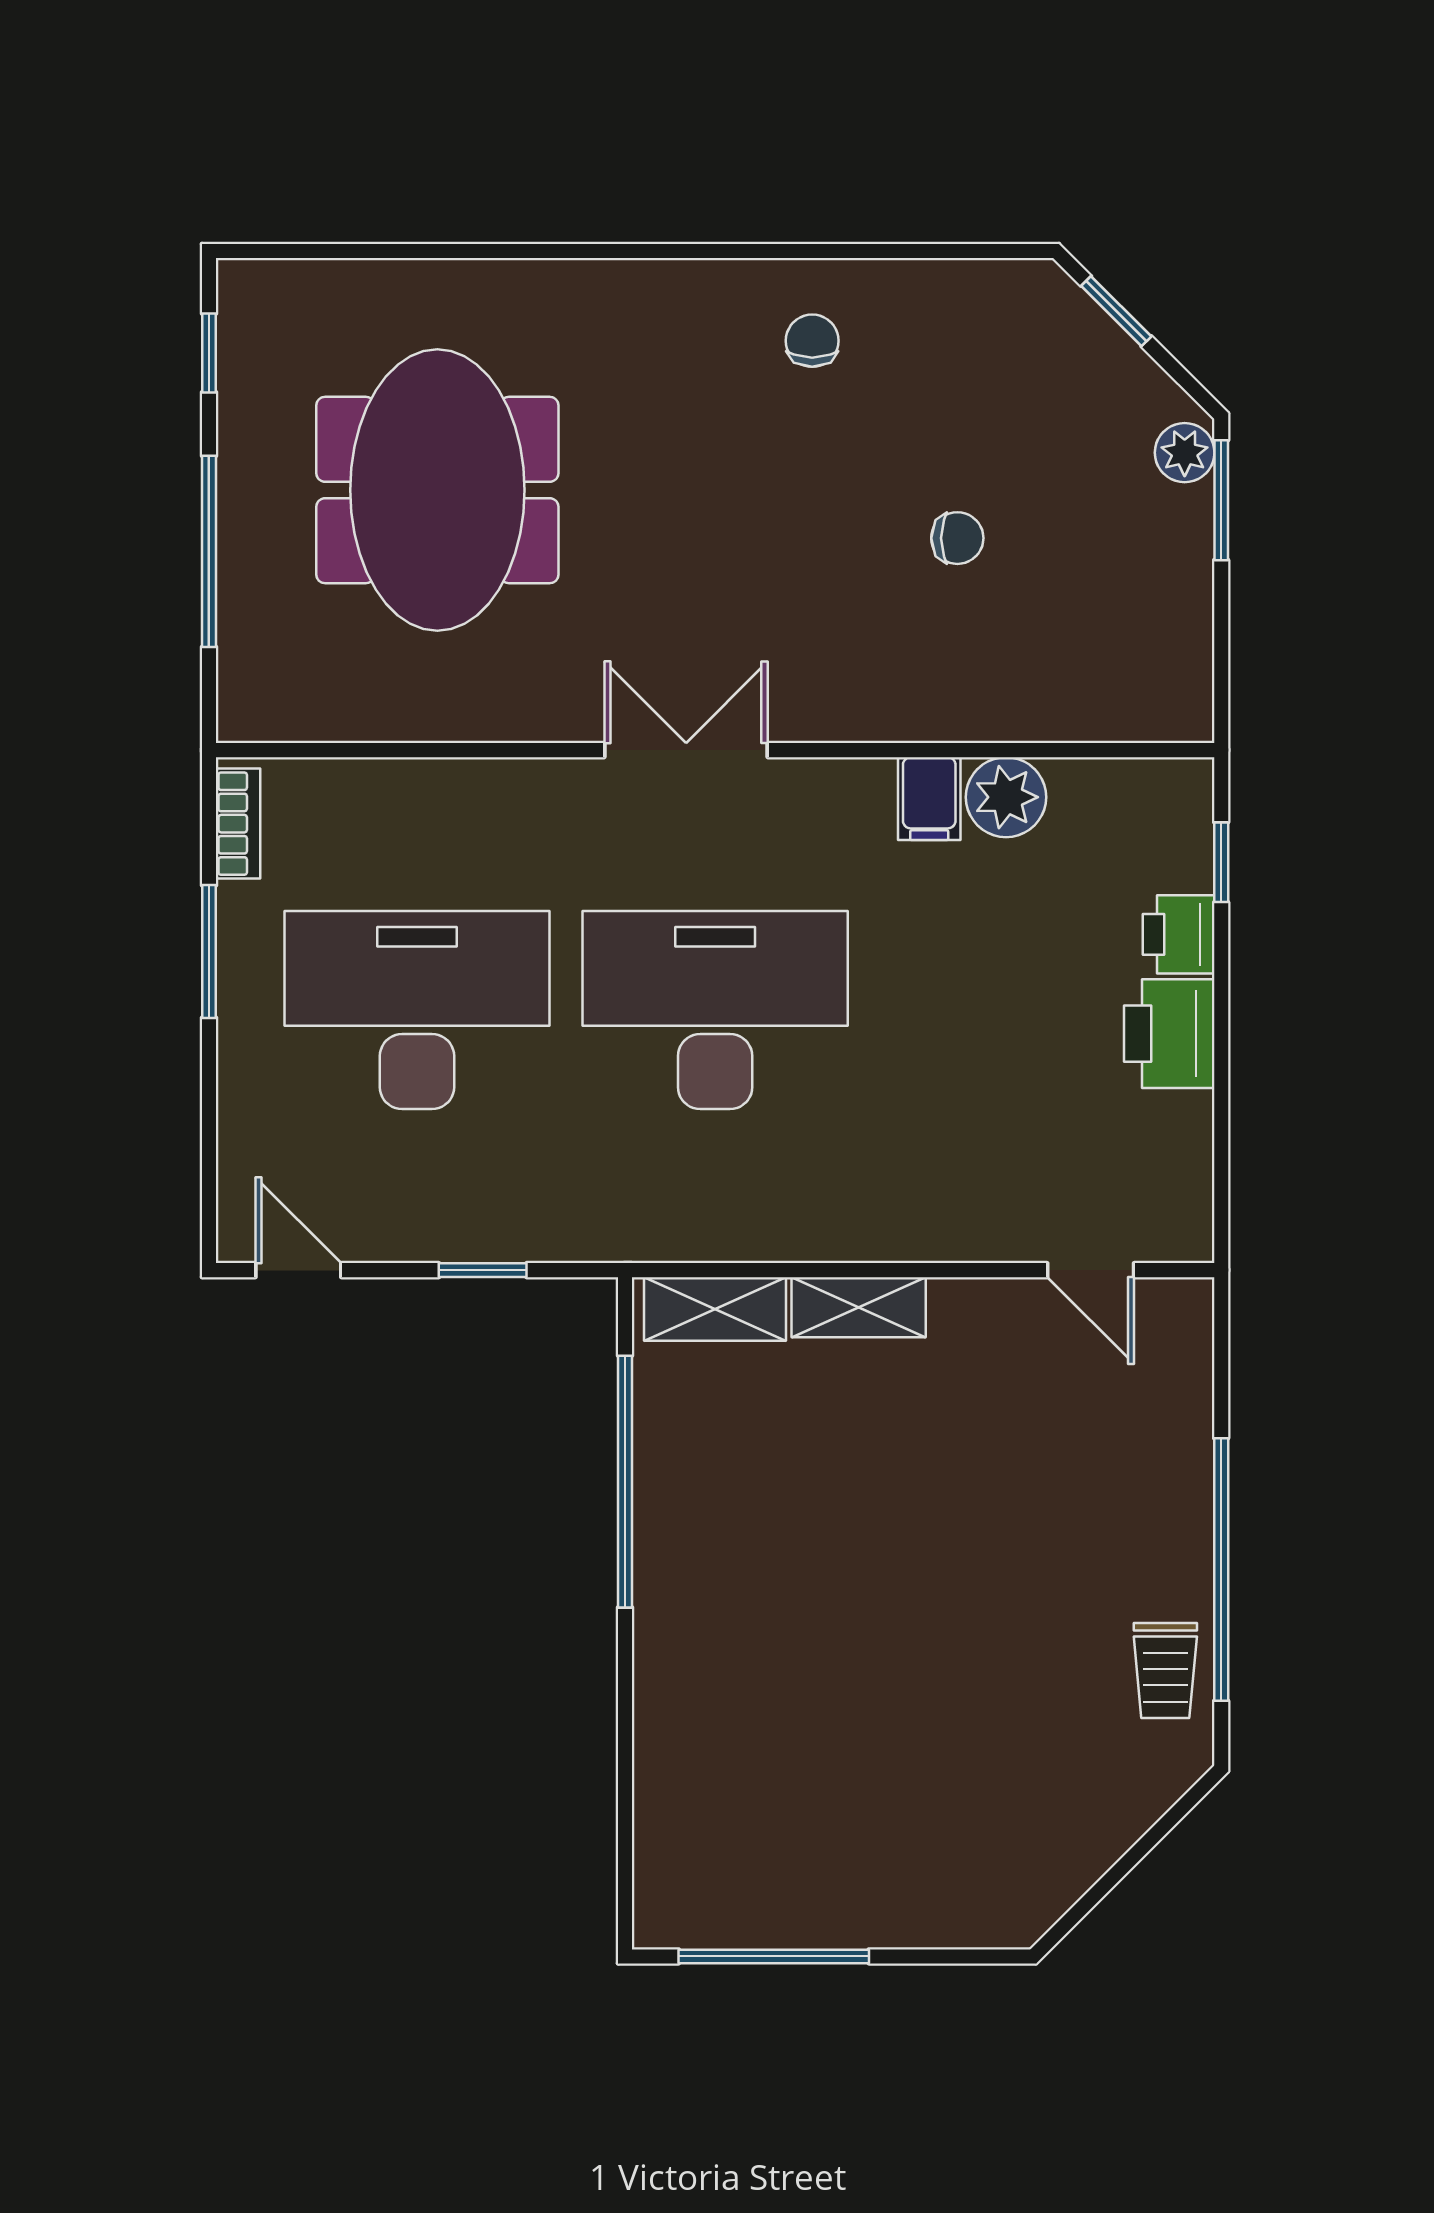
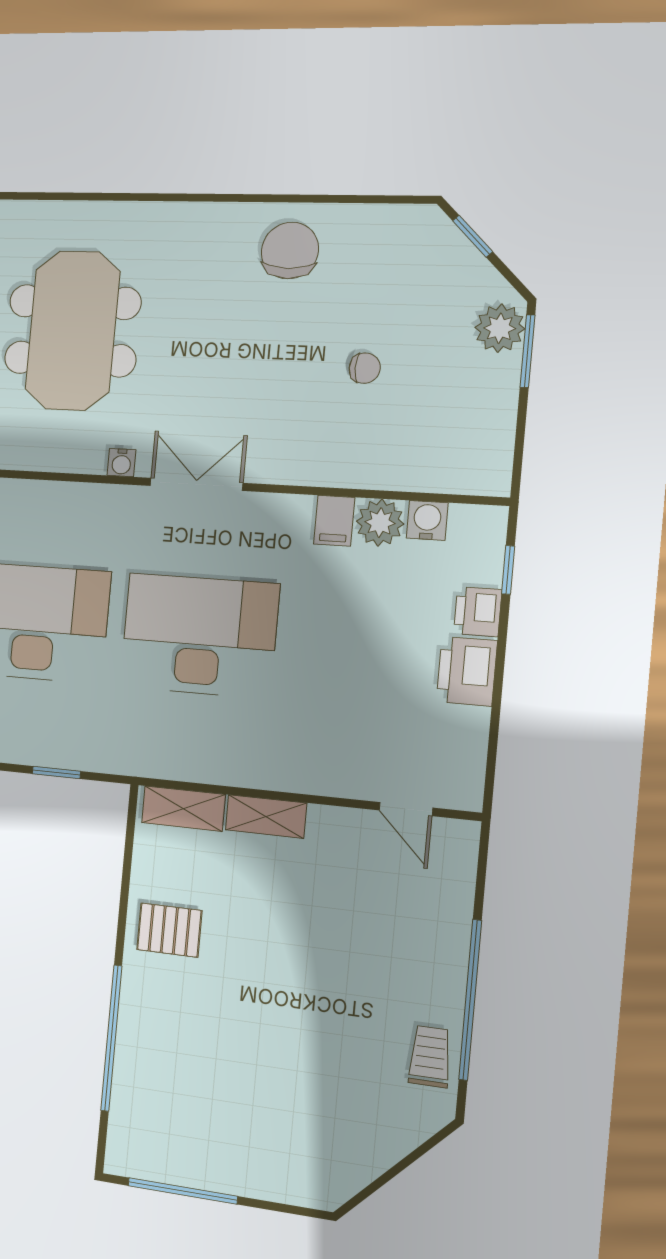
chair: (812, 341) -> (290, 251), width x1.87, depth x1.87
plant: (1185, 453) -> (500, 328), width x1.38, depth x1.38
water cooler: (549, 719) -> (121, 463), added
water cooler: (1083, 789) -> (427, 520), added
window: (625, 1482) -> (111, 1038), moved
pallet: (710, 1519) -> (169, 930), added
trolley: (1165, 1671) -> (430, 1057), turned 180

